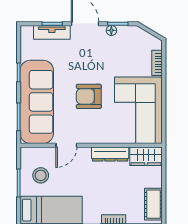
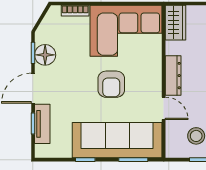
floor lamp: (111, 30) -> (45, 55), width x1.89, depth x1.89
dresser: (110, 154) -> (173, 76), moved

